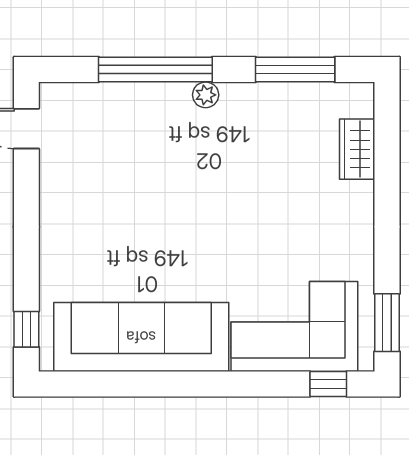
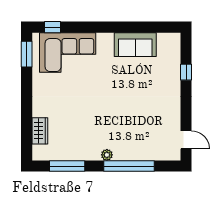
window: (26, 329) -> (186, 72), moved
sofa: (141, 337) -> (135, 45), width x0.54, depth x0.79

